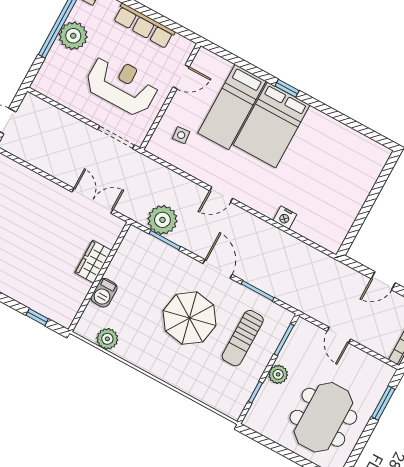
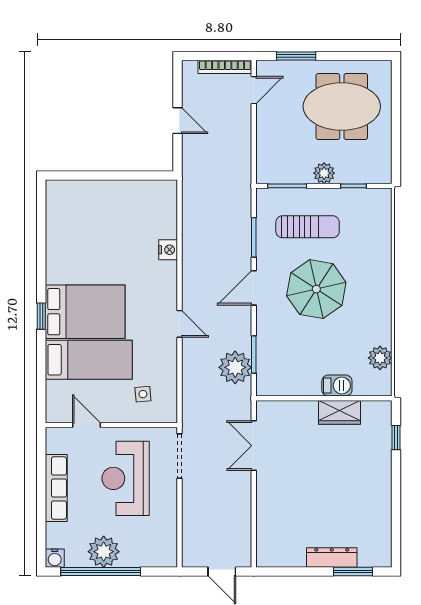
wardrobe: (93, 262) -> (339, 412), moved
door: (339, 335) -> (254, 90), moved

